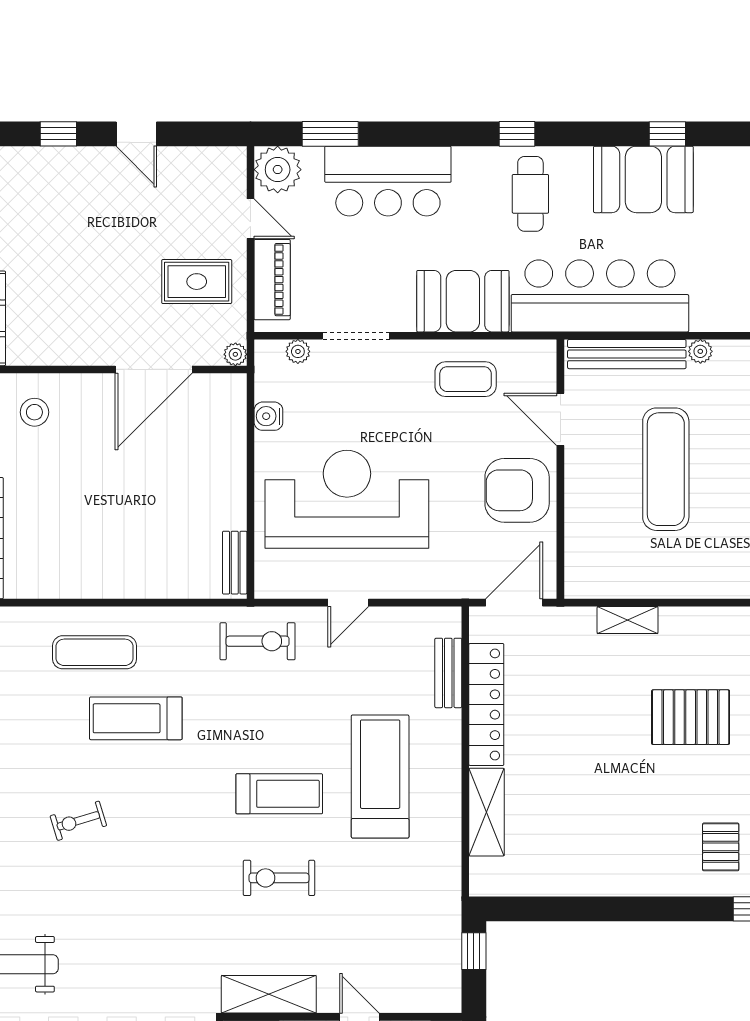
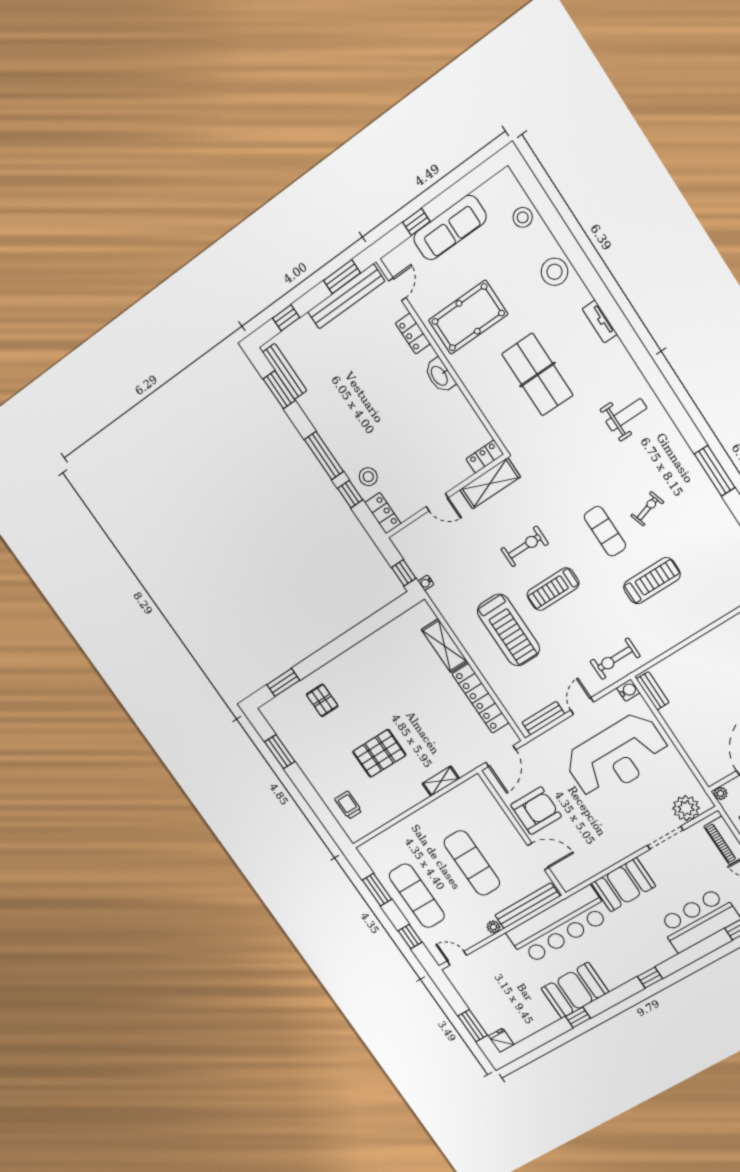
cafe table: (530, 194) -> (625, 953), removed
plant: (298, 351) -> (686, 808), width x1.87, depth x1.87
coffee table: (466, 379) -> (597, 849), removed
water cooler: (268, 416) -> (628, 690), moved
exercise mat: (95, 652) -> (605, 531), moved, turned 90
bench: (448, 673) -> (543, 718), moved, turned 90
water cooler: (452, 917) -> (426, 583), added

